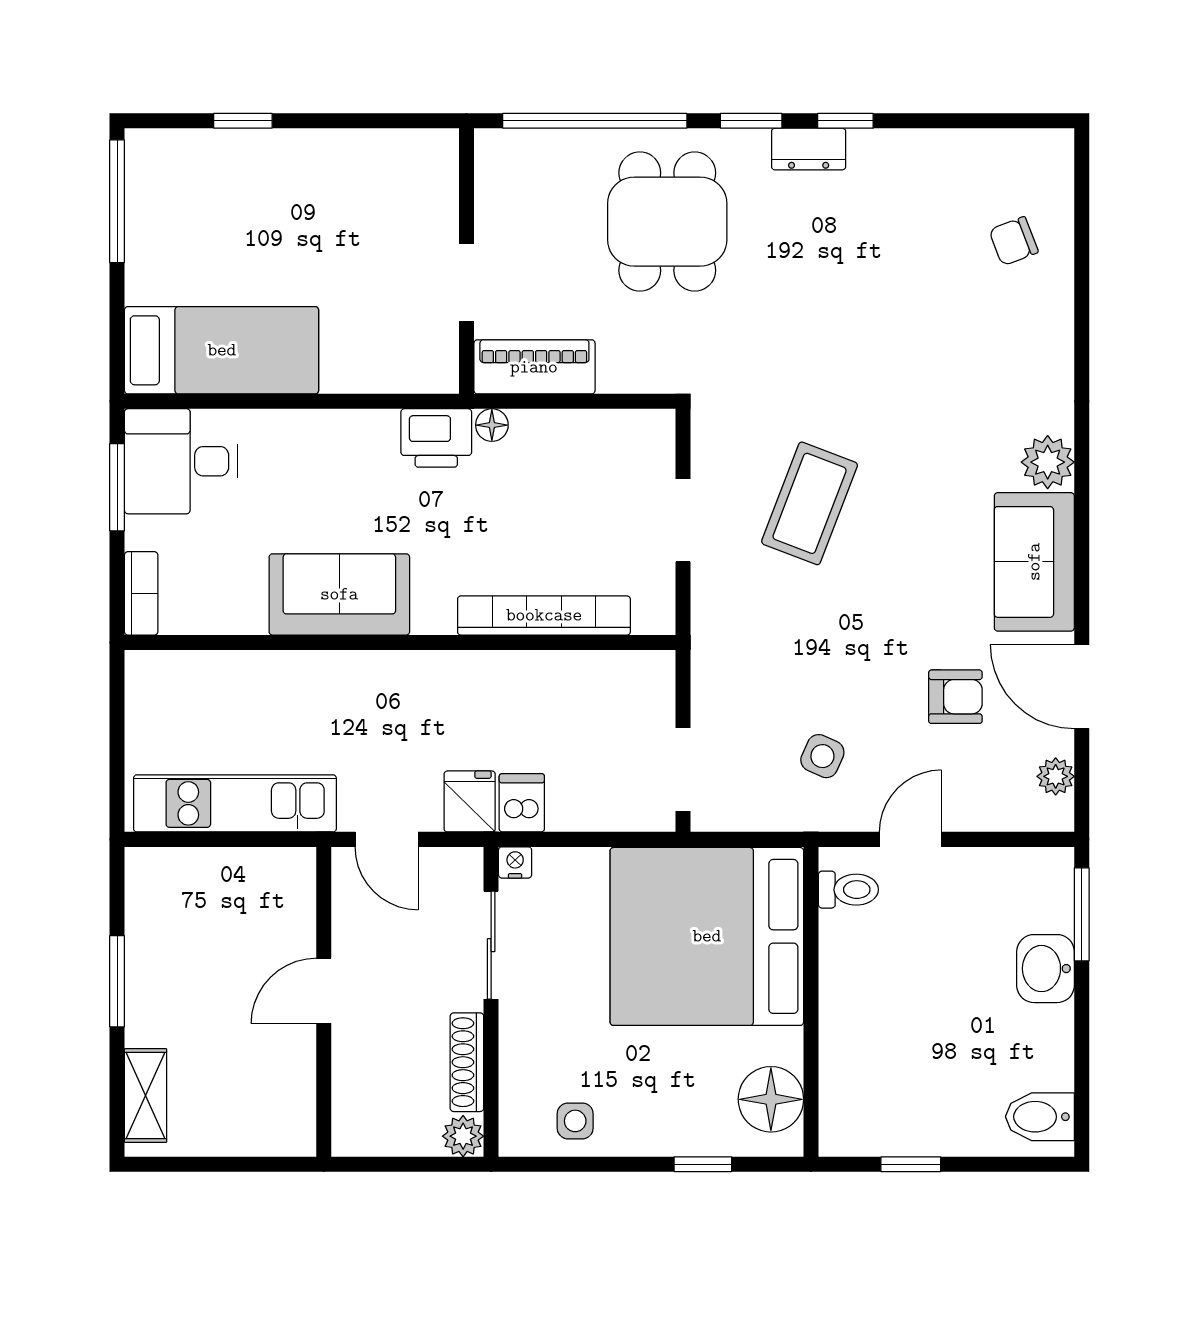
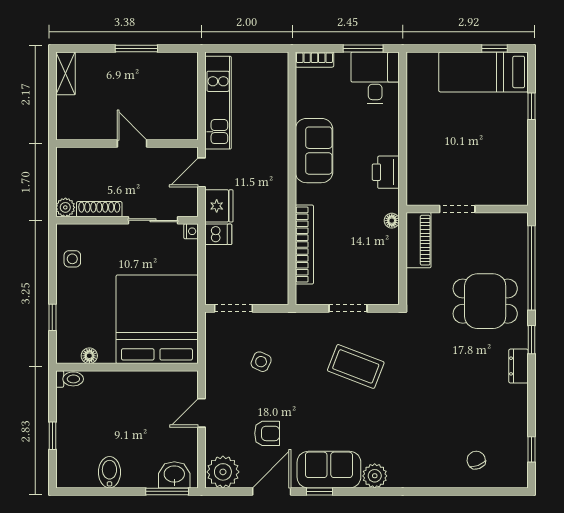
window: (845, 121) -> (531, 449), moved
window: (117, 201) -> (494, 49), width x0.46
bed: (222, 350) -> (483, 72), moved, turned 90
printer: (436, 438) -> (386, 172), moved
window: (1082, 582) -> (319, 491), added
armchair: (955, 697) -> (267, 433), turned -90
side table: (822, 756) -> (261, 362), moved
plant: (1056, 776) -> (223, 472), width x1.88, depth x1.88
fridge: (470, 801) -> (219, 206), width x1.38
door: (910, 839) -> (202, 413), swing flipped
toilet: (848, 890) -> (70, 379), moved, turned -90
washbasin: (1046, 969) -> (174, 475), moved
shelving: (146, 1096) -> (65, 73), moved, turned 90
floor lamp: (771, 1099) -> (89, 356), width x0.53, depth x0.53
bidet: (1040, 1117) -> (109, 472), moved
window: (911, 1164) -> (52, 436), moved

